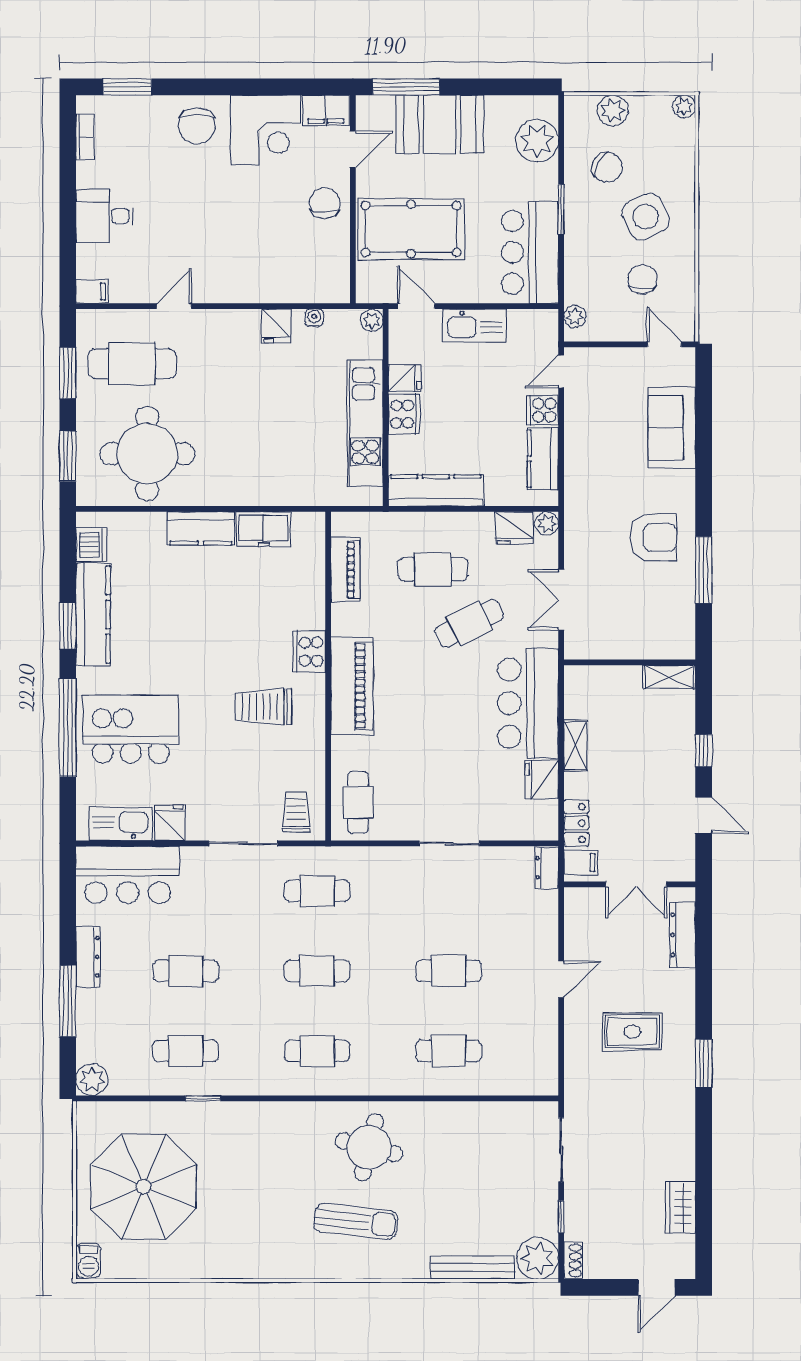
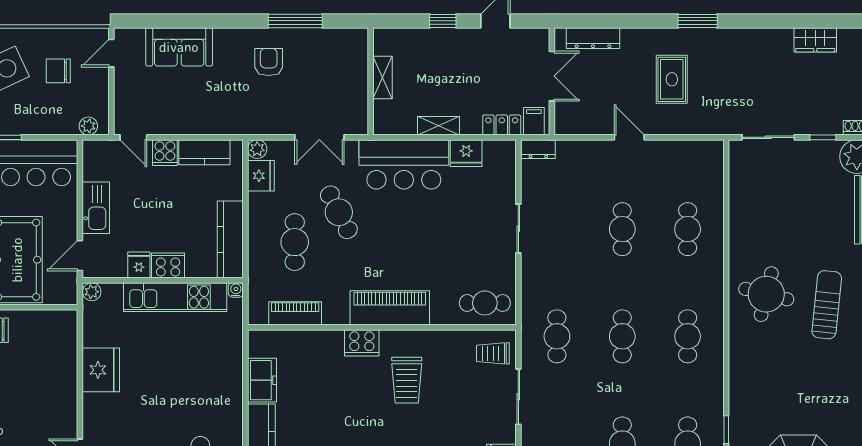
water cooler: (314, 318) -> (236, 290), moved, turned 90
fridge: (276, 326) -> (101, 370), width x1.88, depth x1.34
armchair: (653, 537) -> (269, 62), width x0.72, depth x0.72
shelving: (669, 677) -> (383, 78), moved

